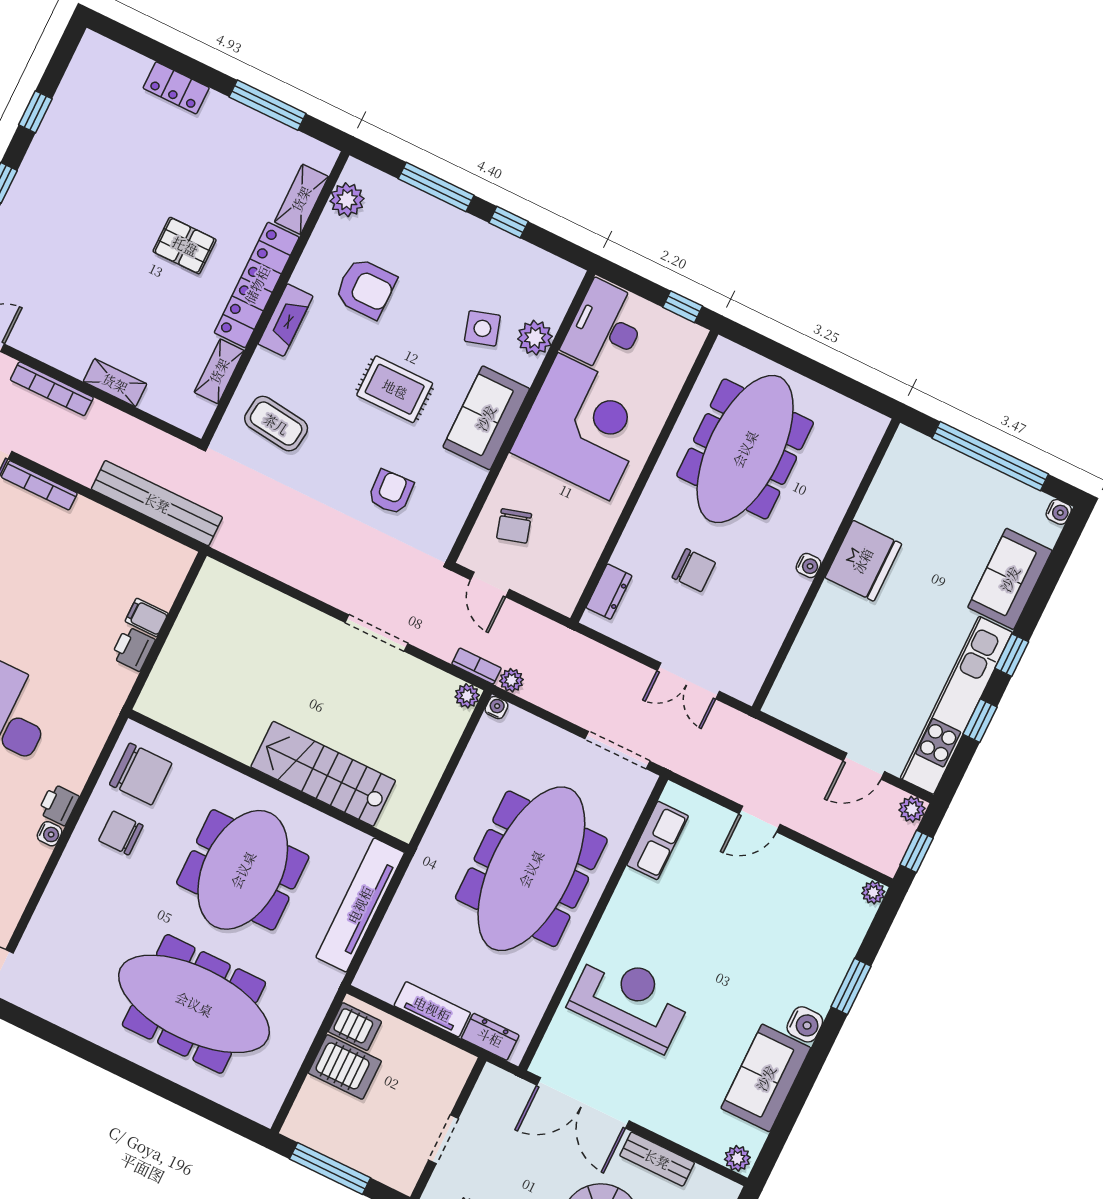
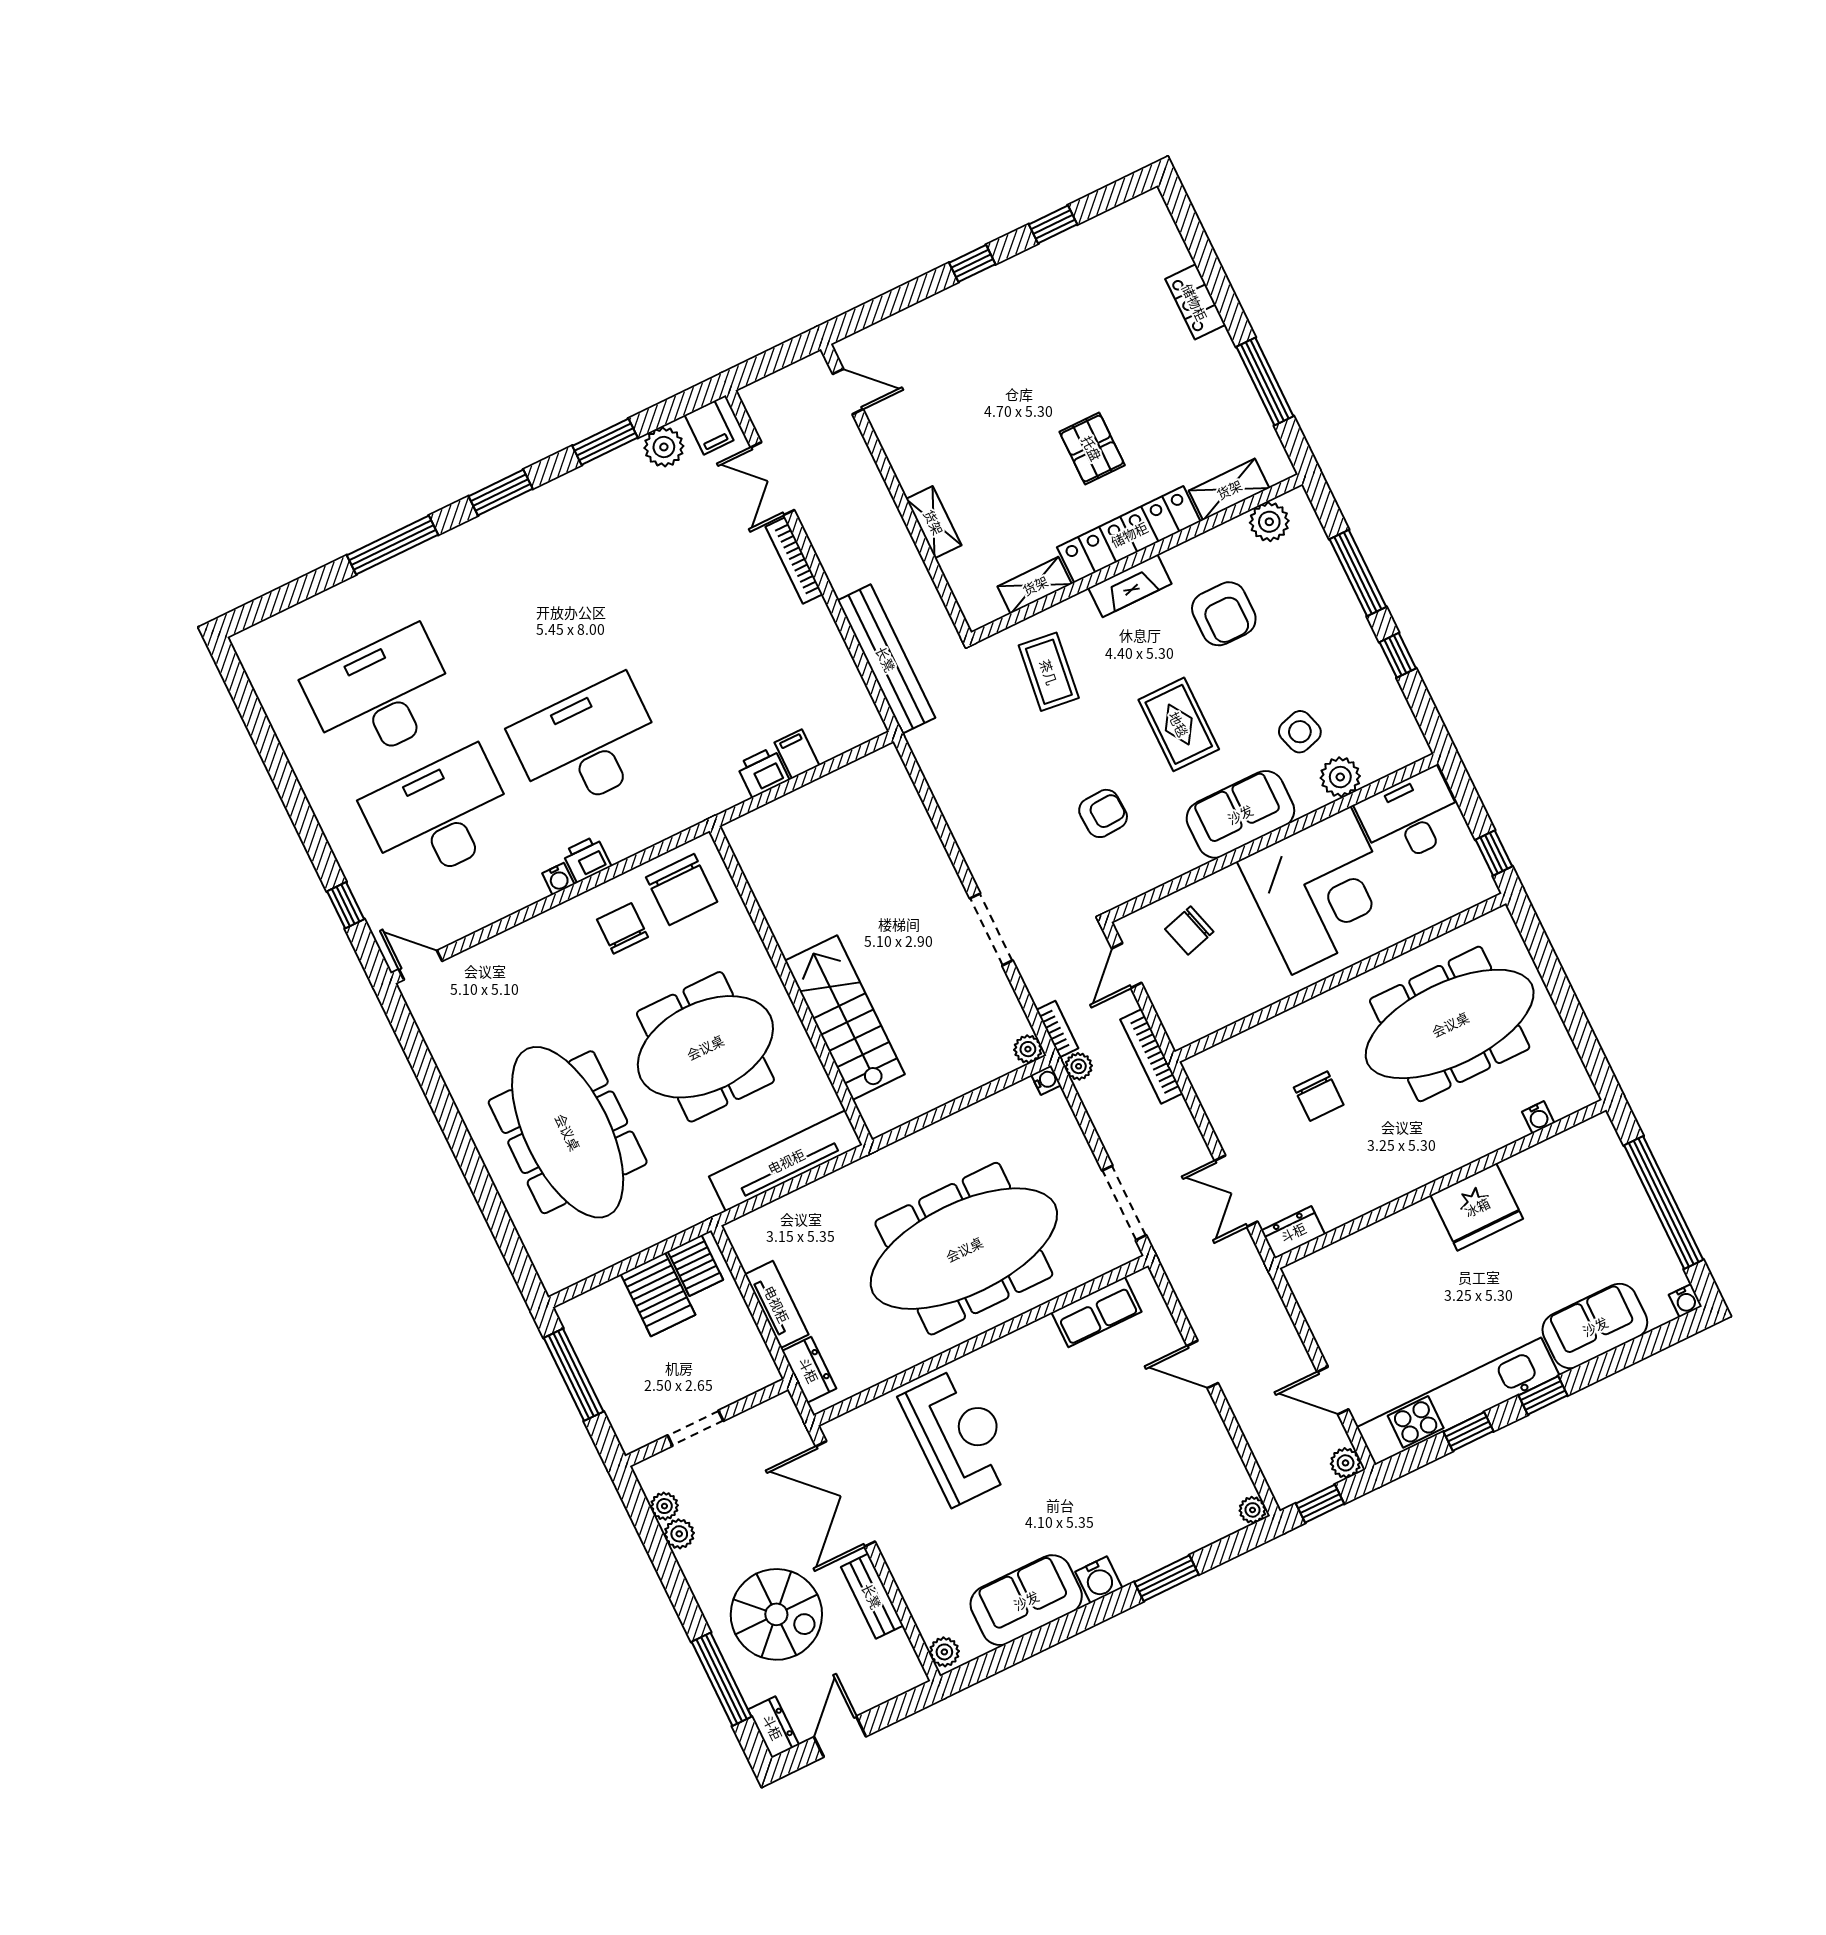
bookcase: (52, 389) -> (1151, 1056), moved
water cooler: (808, 565) -> (1538, 1117), moved
dresser: (609, 592) -> (1293, 1232), moved, turned 180

